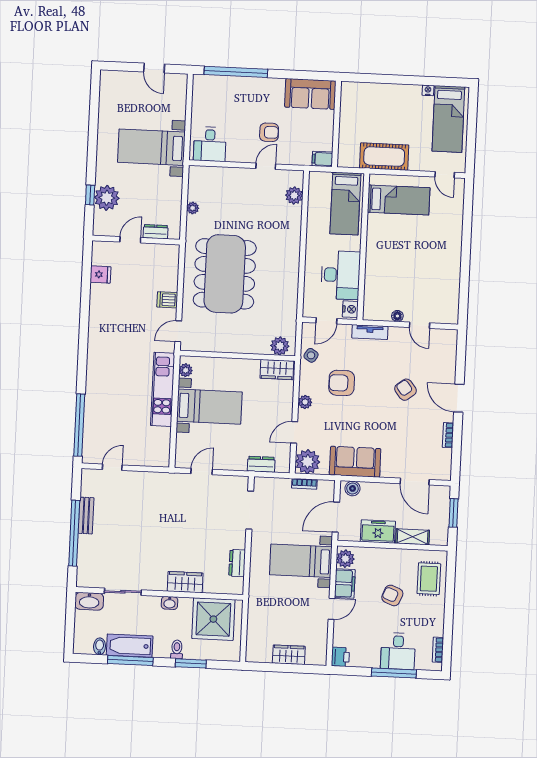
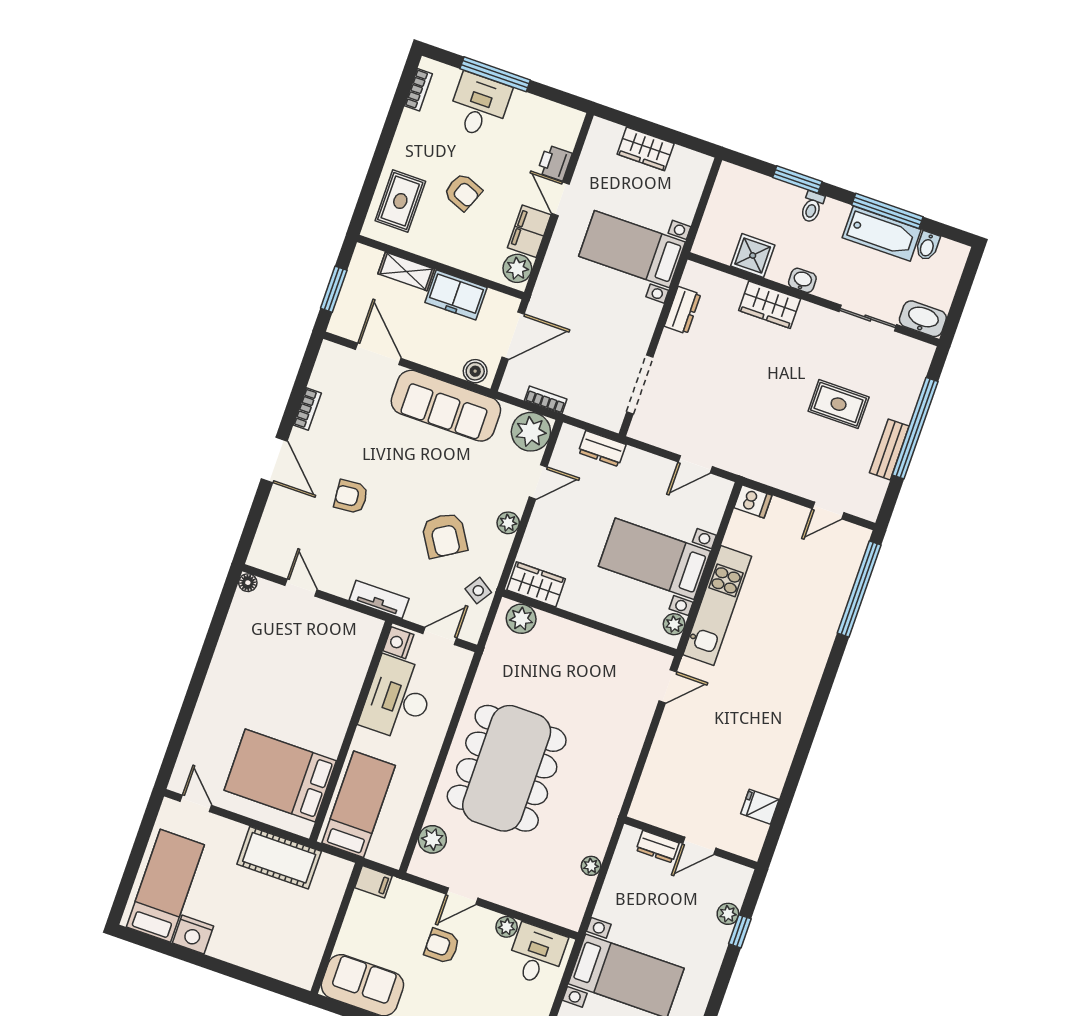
nightstand: (428, 90) -> (193, 935), width x1.89, depth x1.79
plant: (233, 156) -> (507, 927), added
plant: (107, 198) -> (728, 914), width x0.53, depth x0.53
bed: (399, 200) -> (280, 776), width x1.50
dining table: (225, 274) -> (507, 768), moved
dishwasher: (167, 300) -> (753, 501), moved
floor lamp: (397, 316) -> (248, 583), moved
armchair: (342, 383) -> (444, 535), turned 58
armchair: (406, 390) -> (351, 497), turned 123
sofa: (355, 462) -> (446, 406), width x1.36
rug: (125, 534) -> (839, 404), added
bed with nightstands: (301, 561) -> (632, 249), moved, turned 180
door: (332, 609) -> (561, 199), hinge flipped
shower: (213, 619) -> (753, 255), width x0.54, depth x0.54
printer: (340, 657) -> (555, 163), moved

